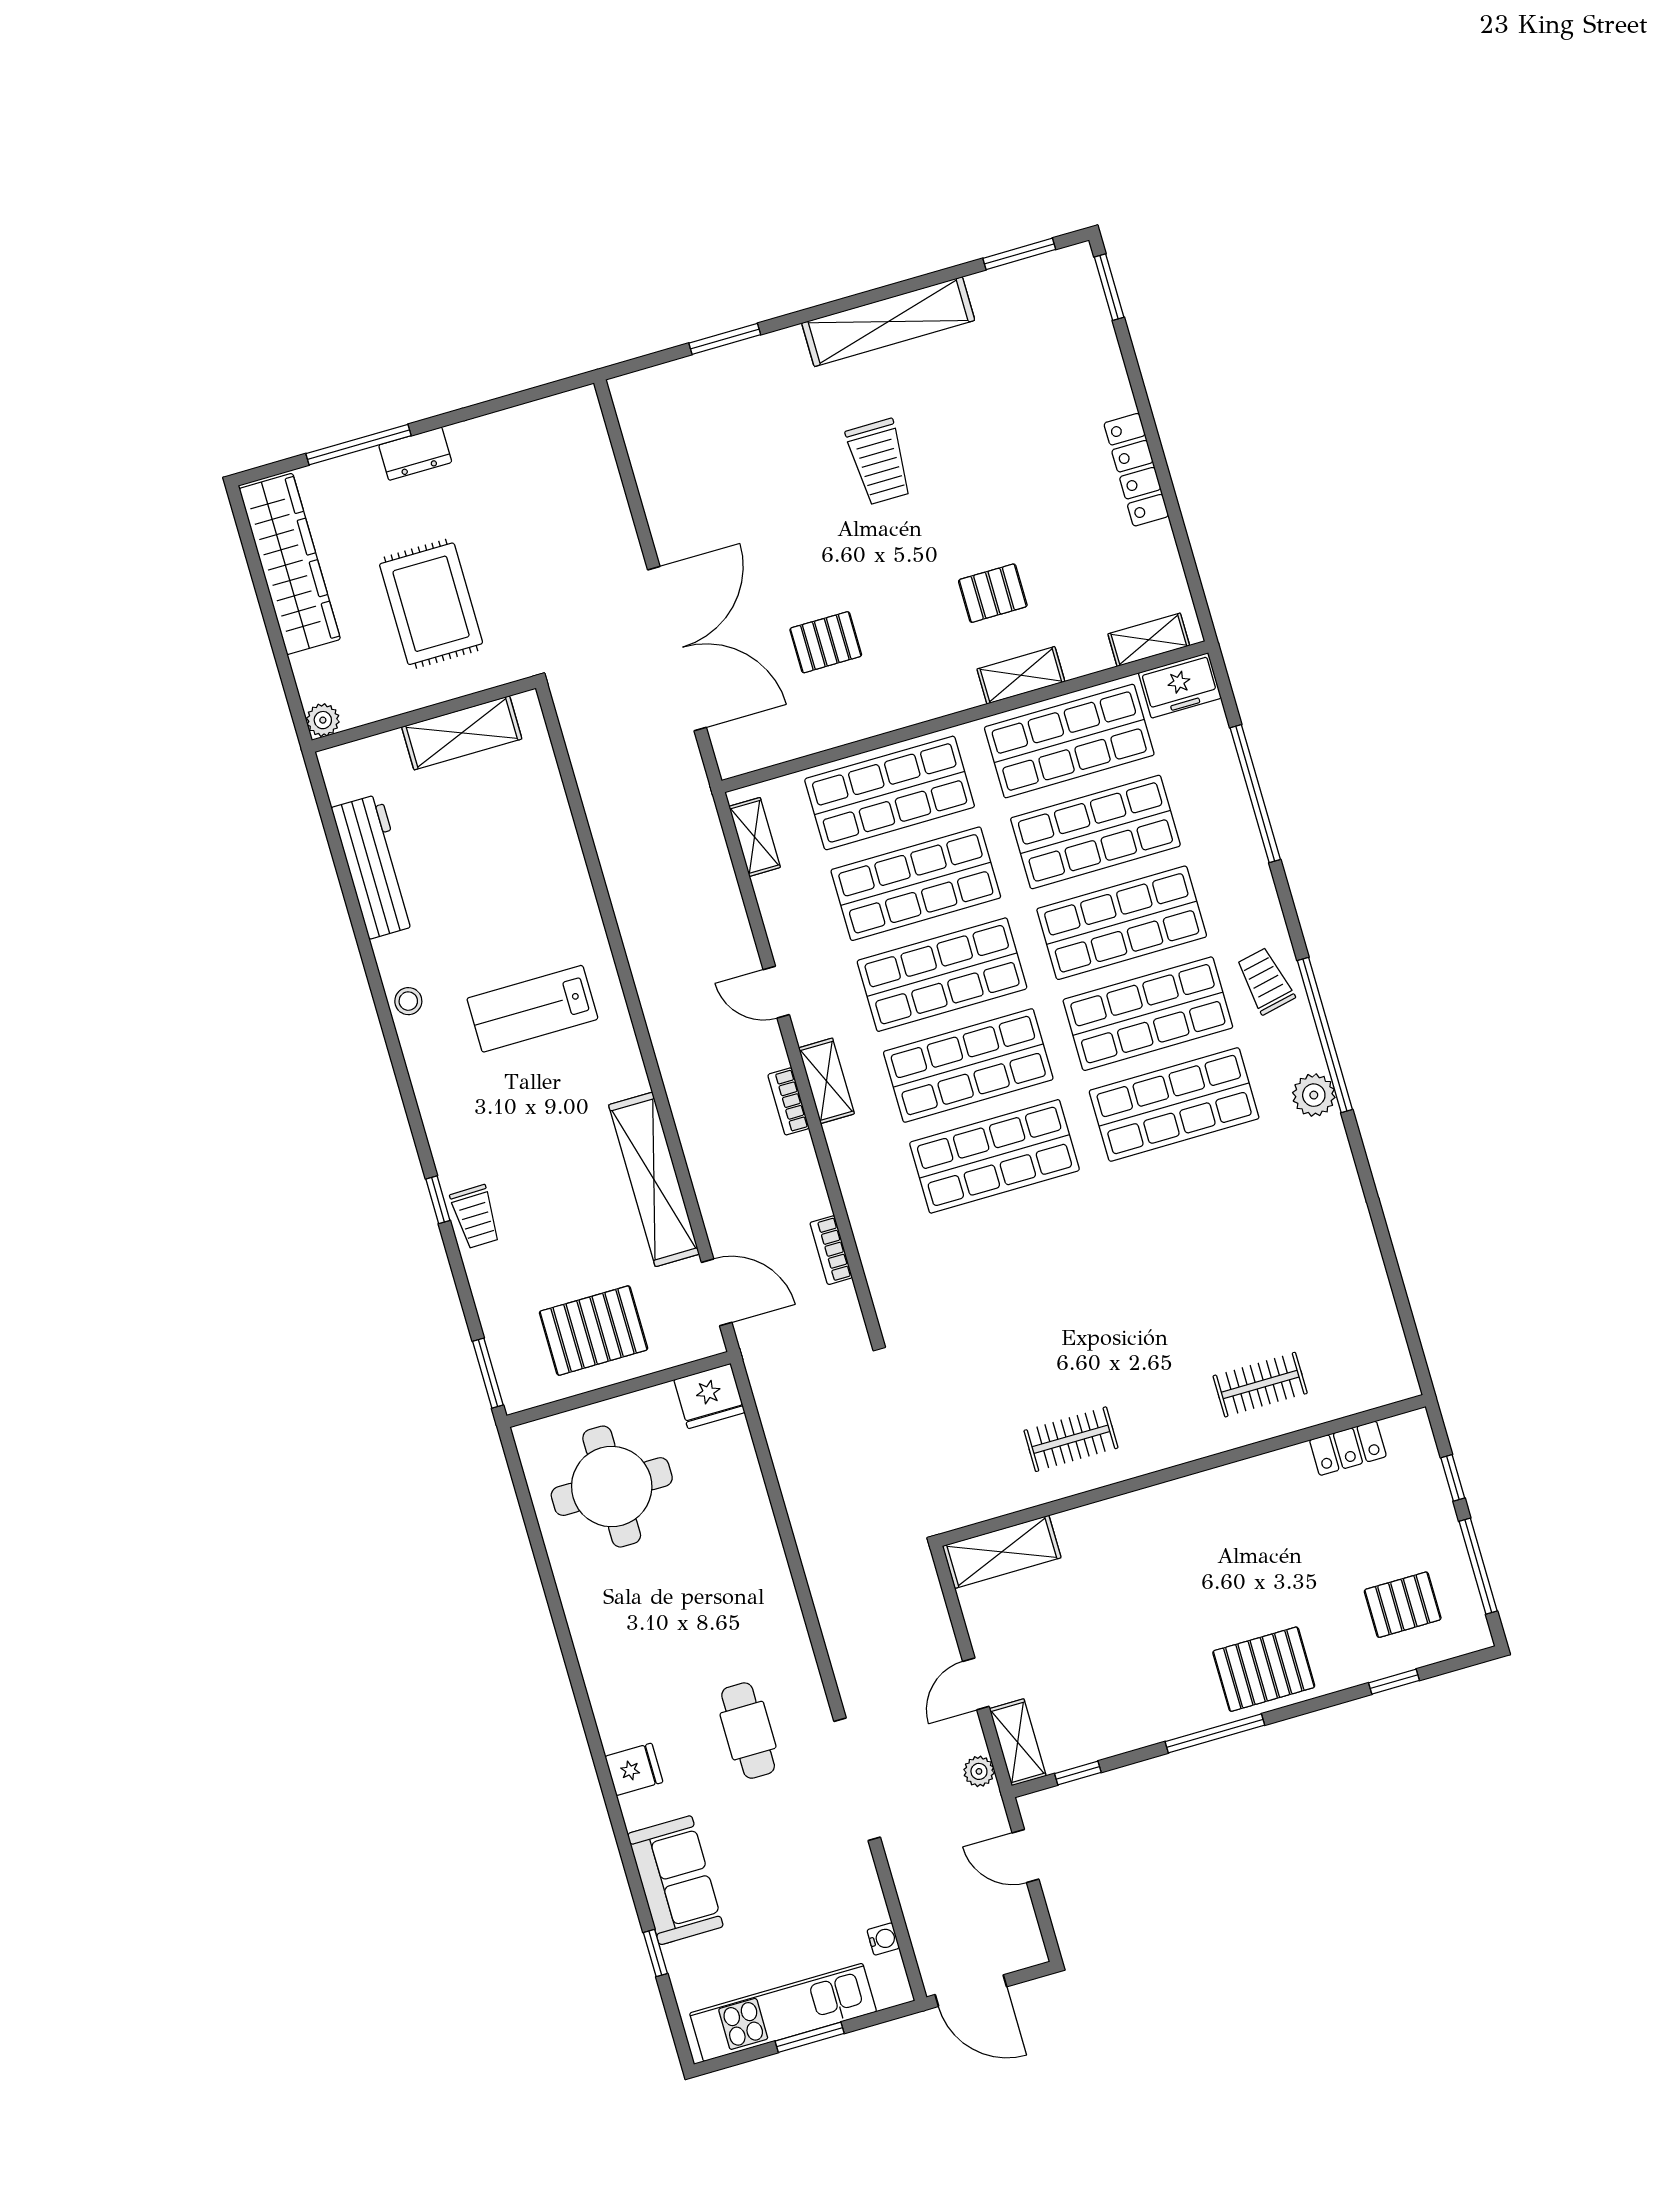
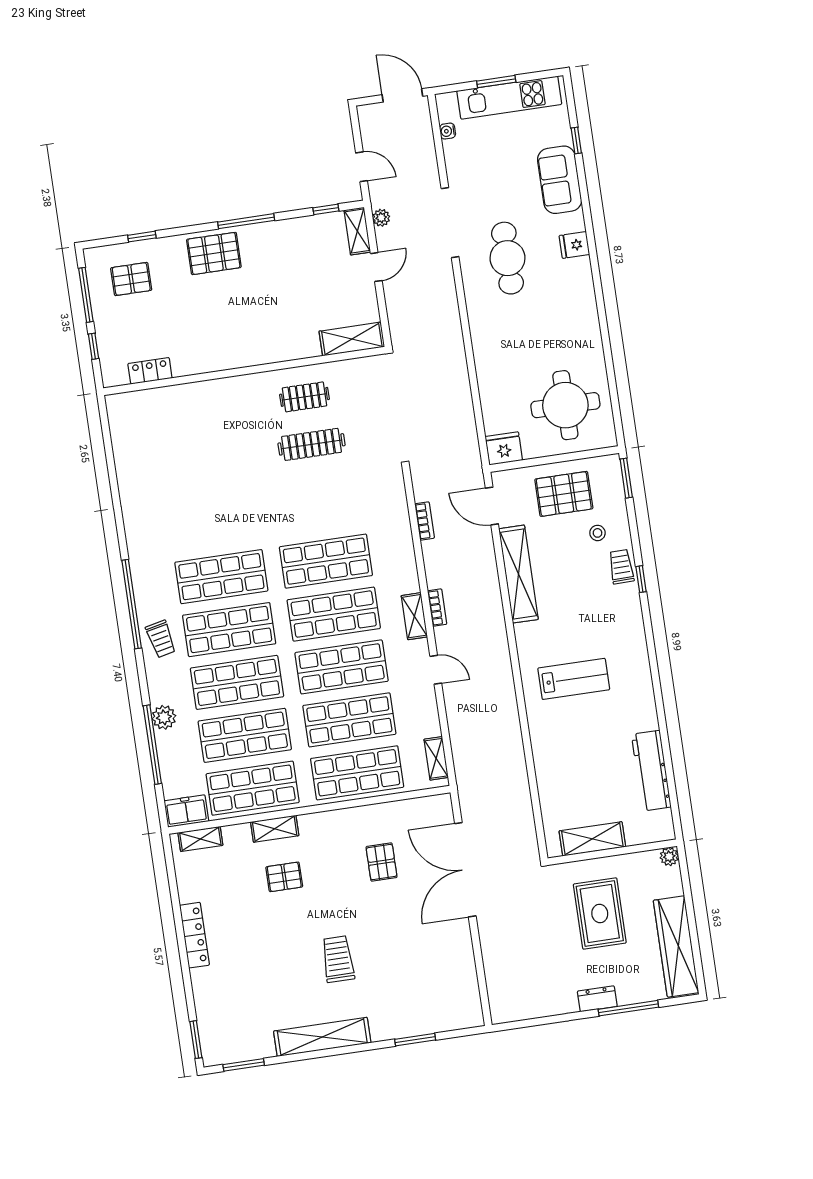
pallet: (826, 642) -> (382, 862), turned 90
stool: (408, 1001) -> (597, 533), moved
plant: (1314, 1095) -> (164, 717), moved
clothes rail: (1260, 1385) -> (312, 444), moved, width x1.36
cafe table: (748, 1731) -> (508, 258), width x1.37, depth x1.35

